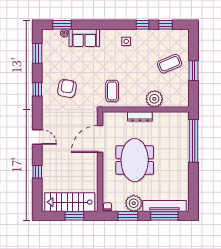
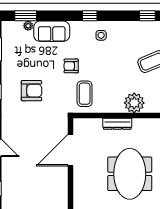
window: (143, 25) -> (90, 16), moved
armchair: (101, 67) -> (71, 66), added
armchair: (67, 88) -> (31, 91), turned 79
meeting table: (135, 160) -> (130, 174), moved

